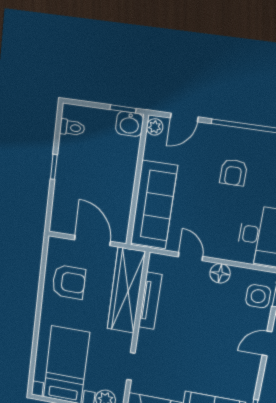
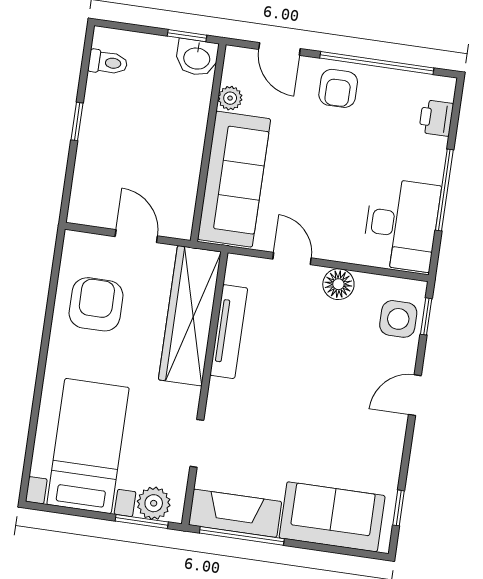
door: (184, 117) -> (279, 49), hinge flipped
plant: (155, 127) -> (230, 98), moved
armchair: (234, 172) -> (338, 88), moved
door: (92, 241) -> (136, 236), width x0.73
armchair: (69, 282) -> (96, 304), turned -90

